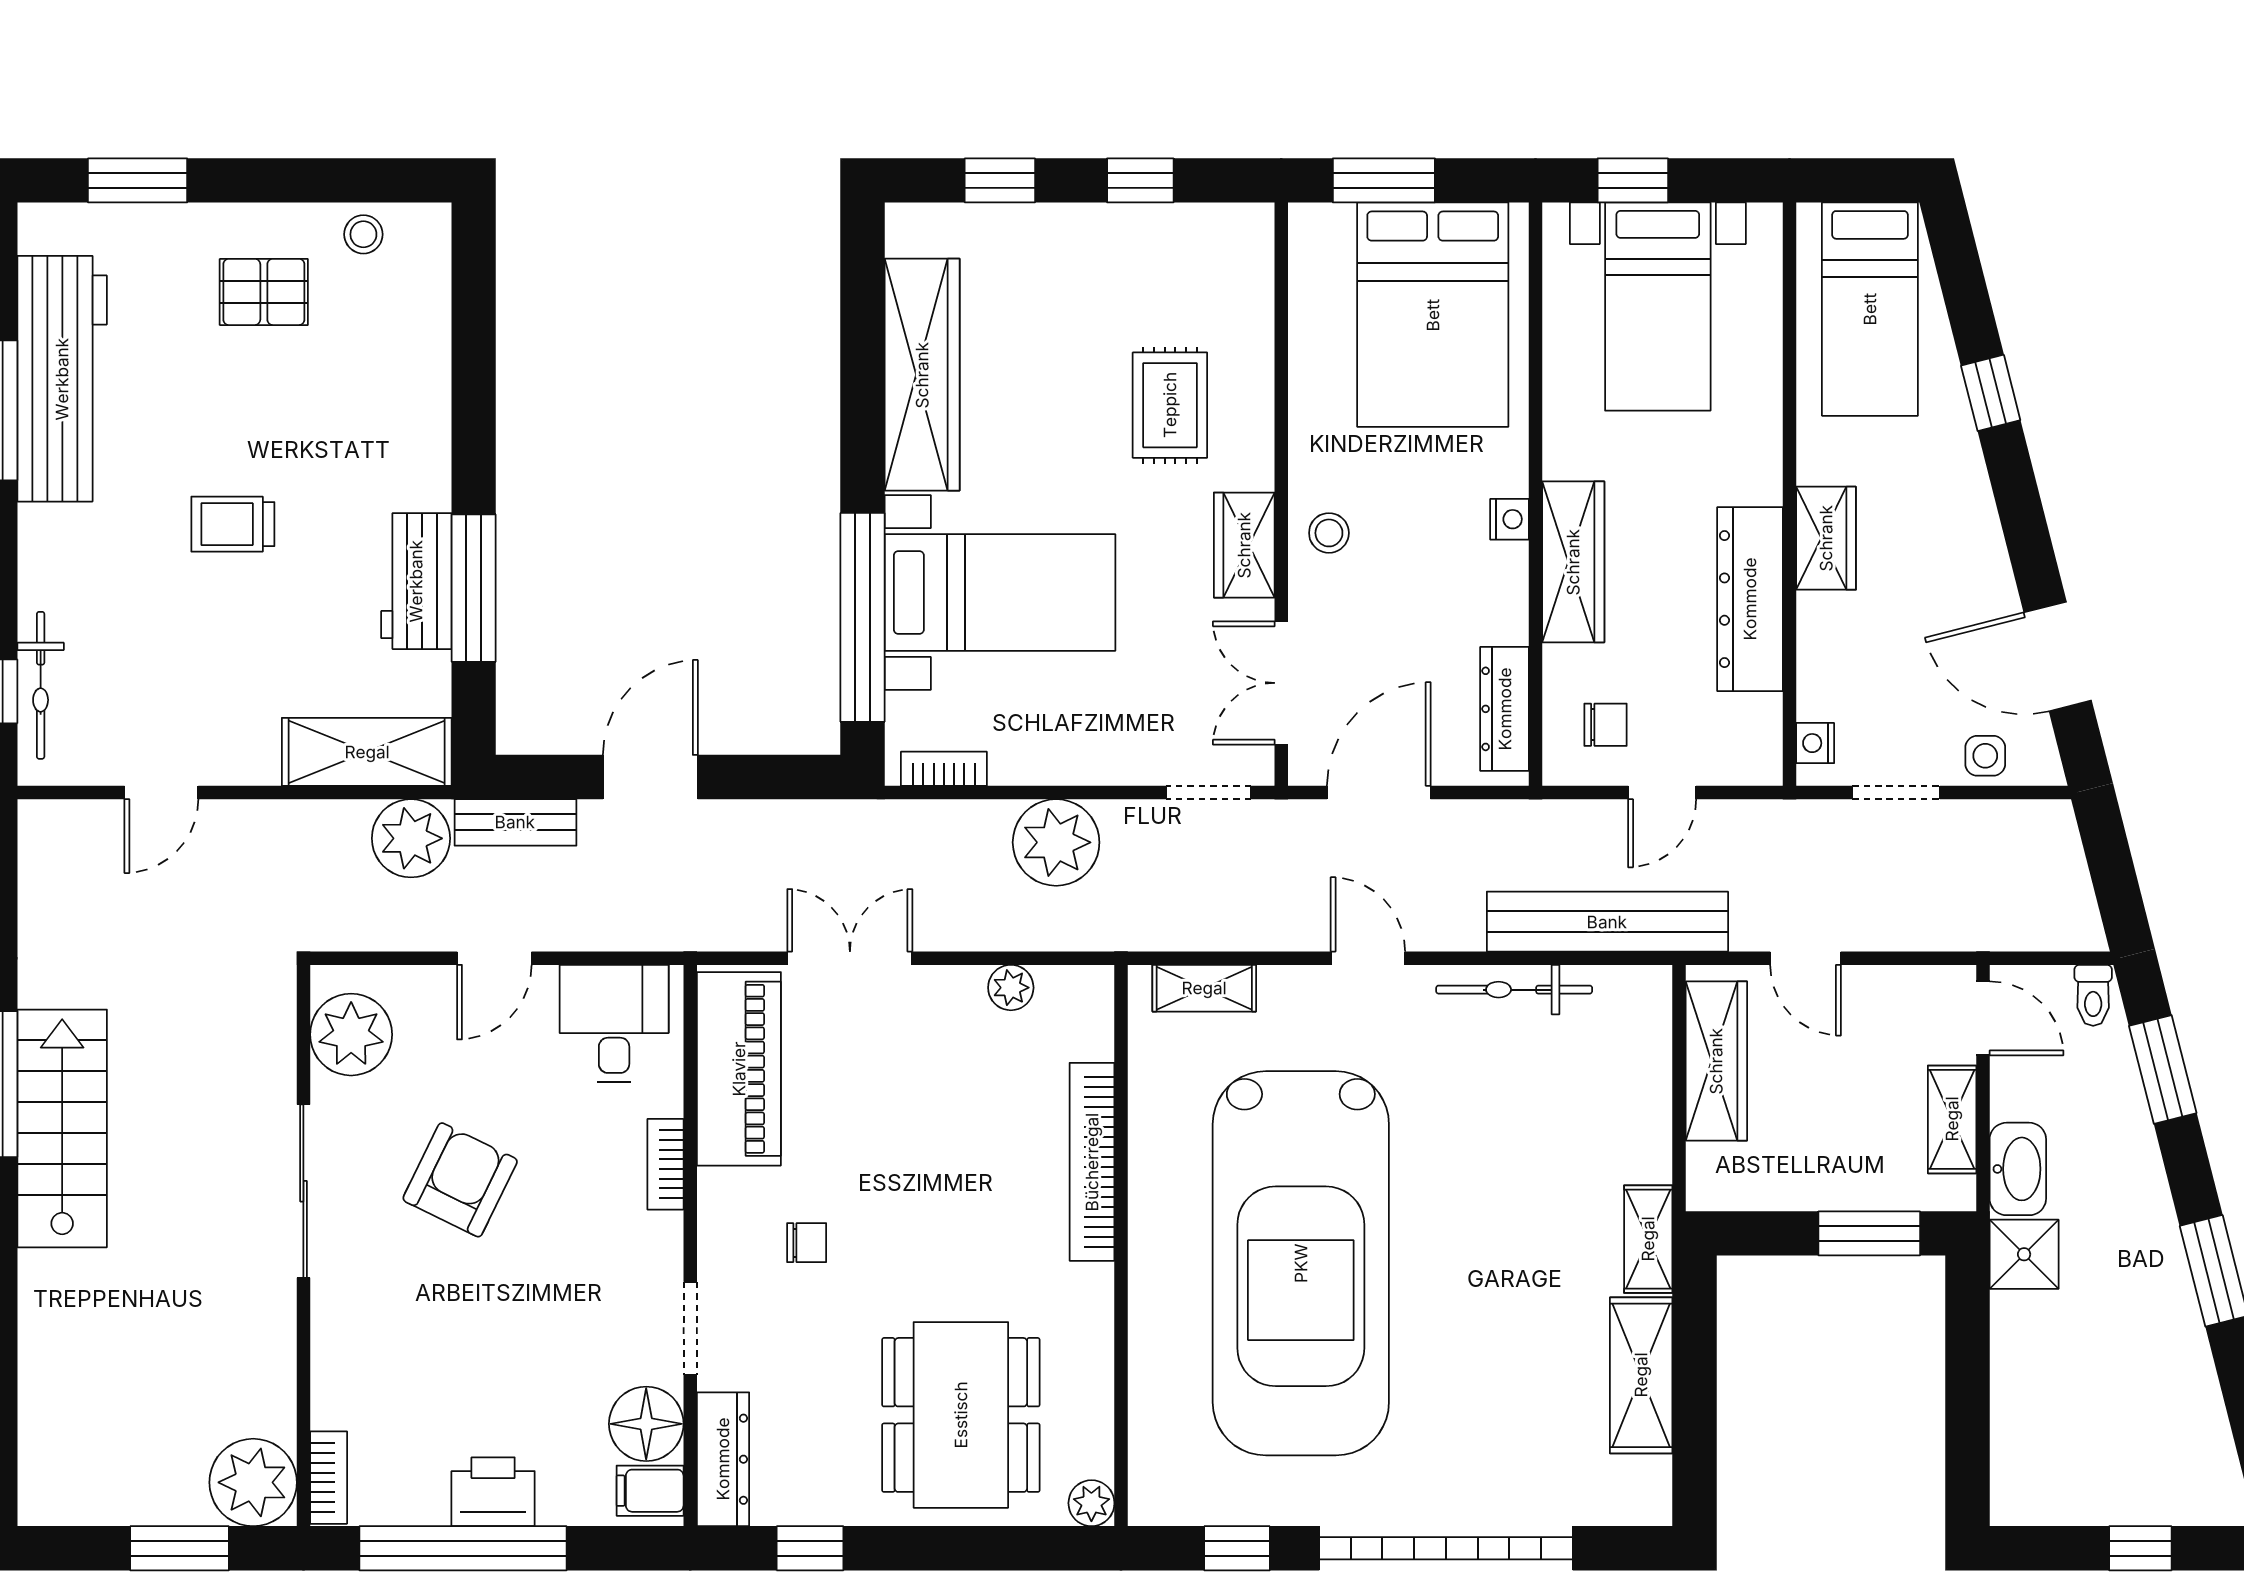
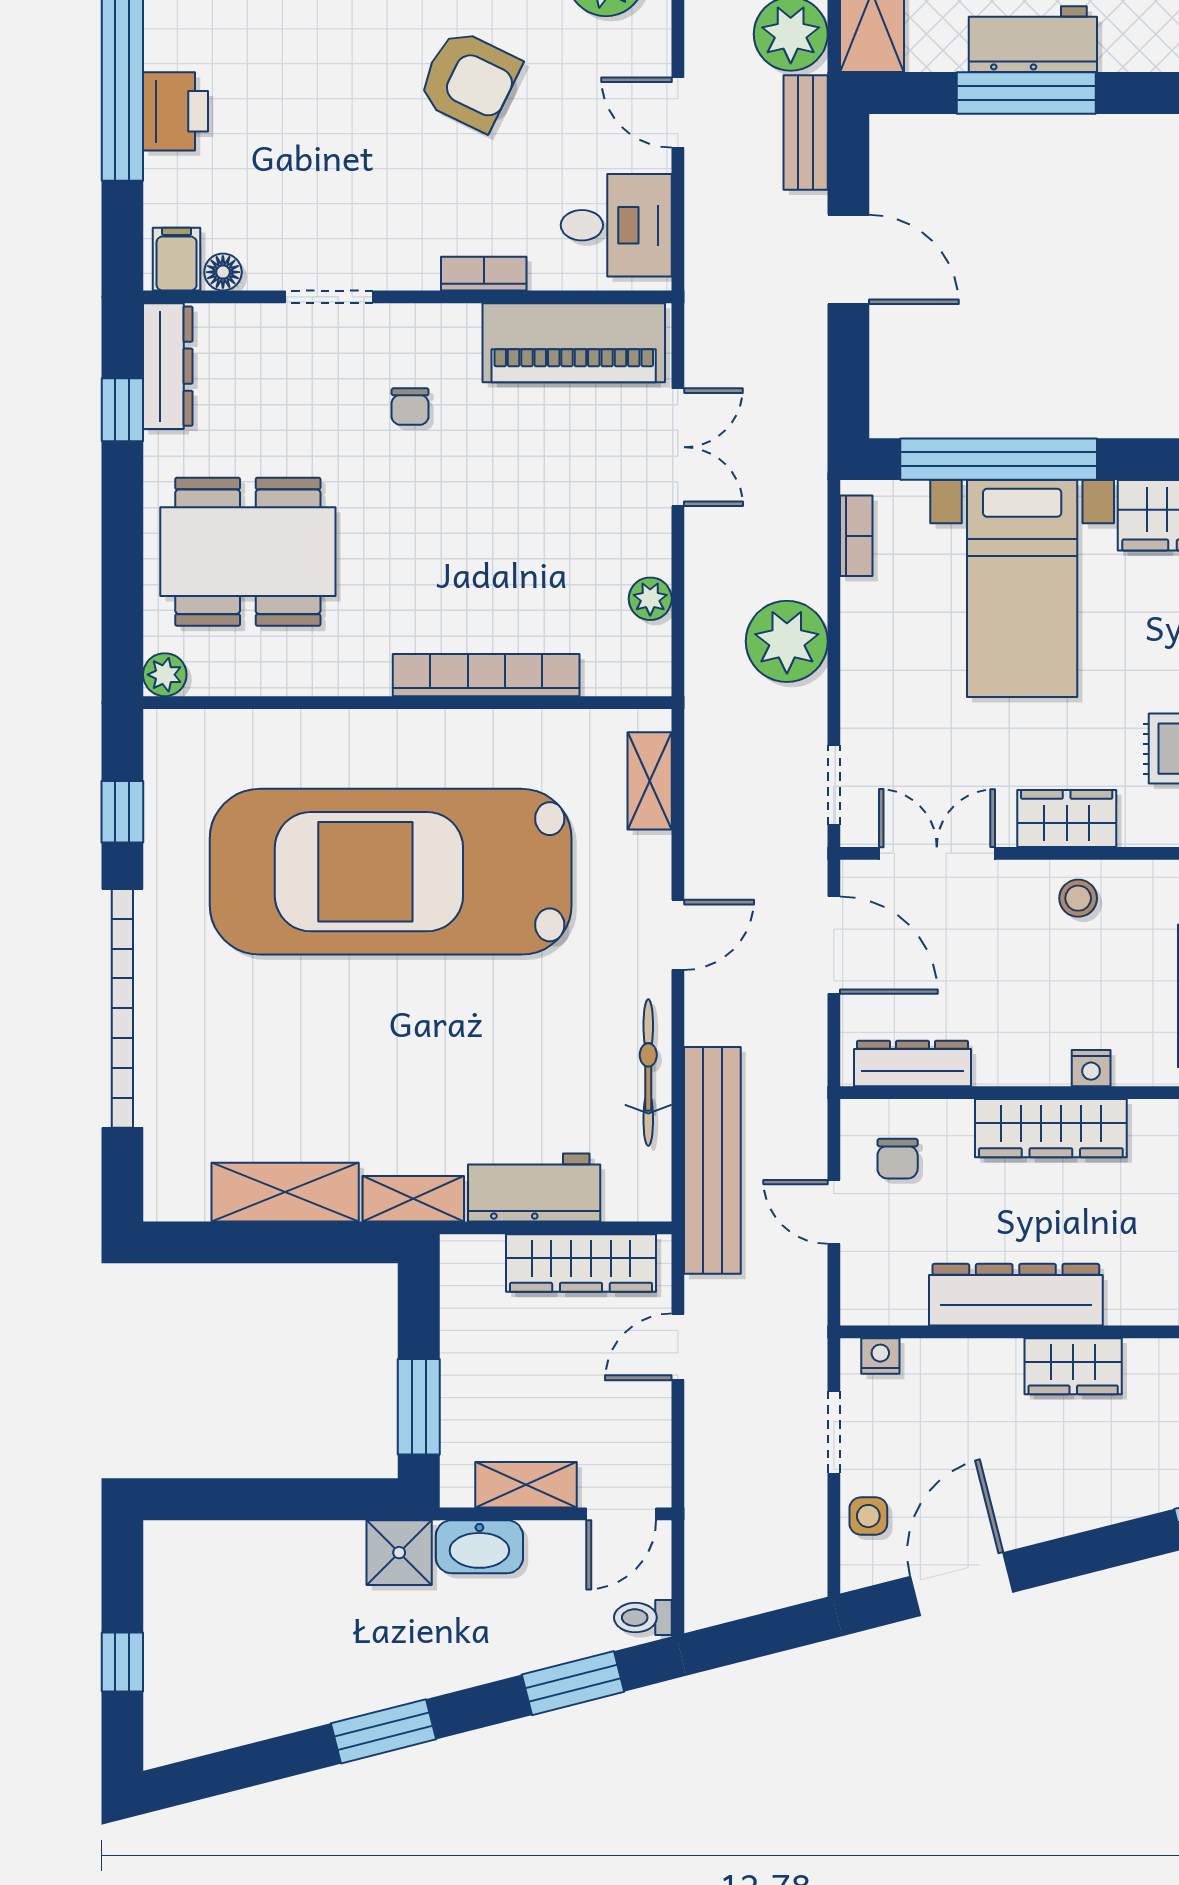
workbench: (1636, 1111) -> (534, 1187), added
floor lamp: (646, 1424) -> (223, 272), width x0.53, depth x0.53
dresser: (723, 1459) -> (168, 366), moved, turned -90

